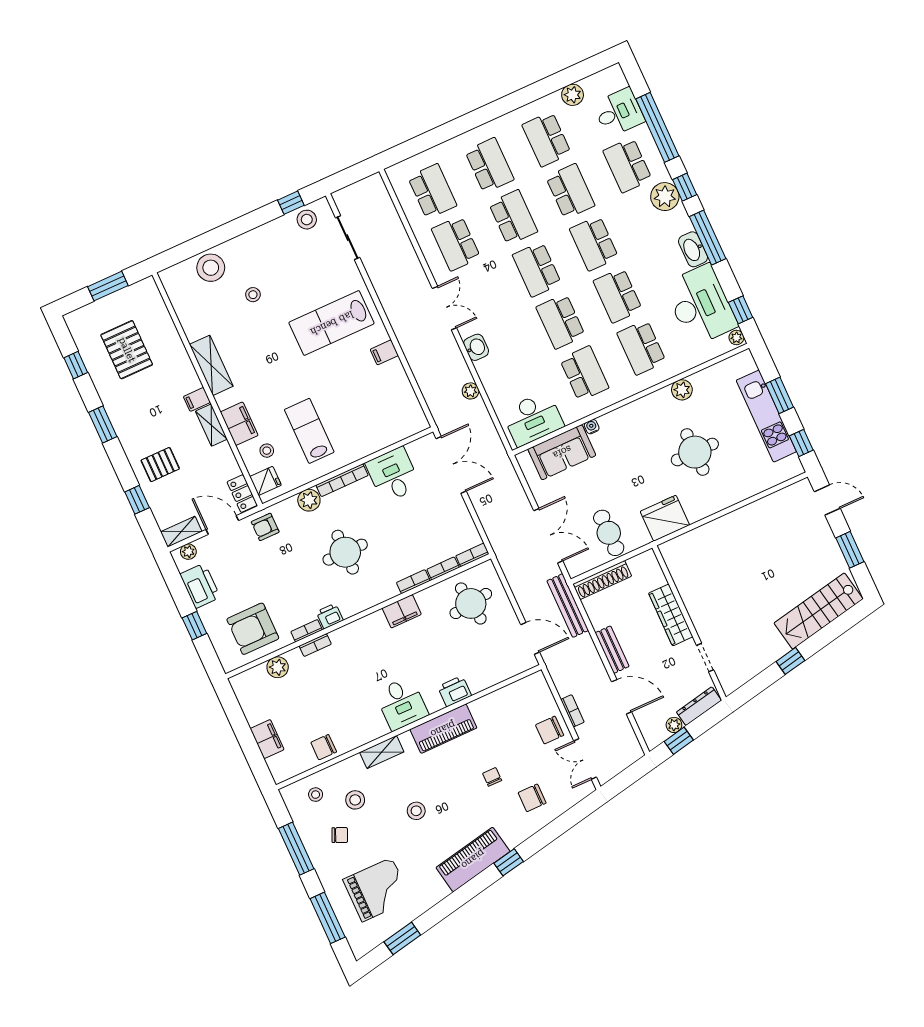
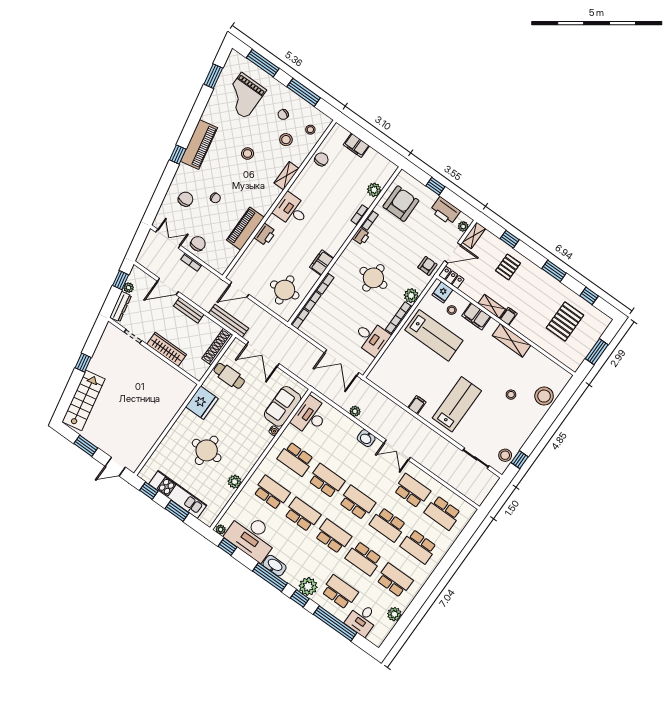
pallet: (127, 350) -> (565, 321), turned 90
lab bench: (309, 431) -> (434, 335), width x1.36, depth x1.39
piano: (443, 729) -> (245, 229), moved

